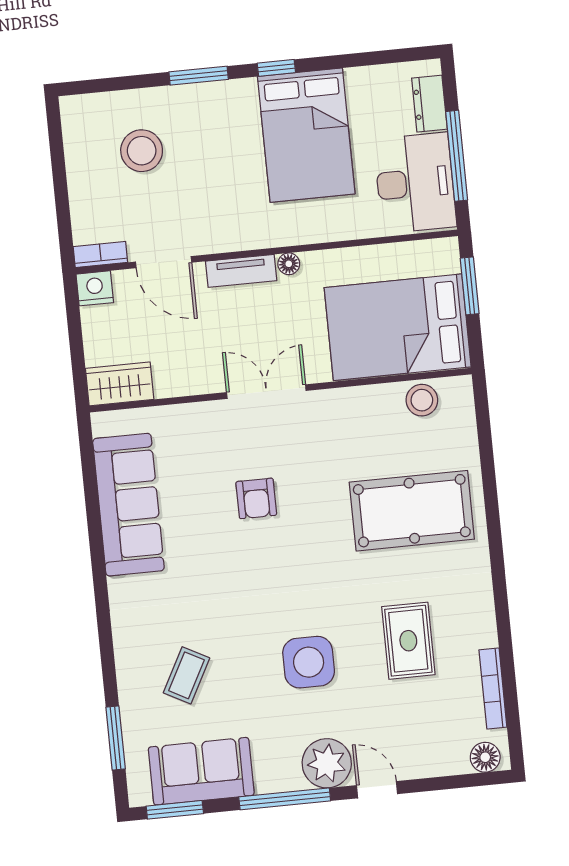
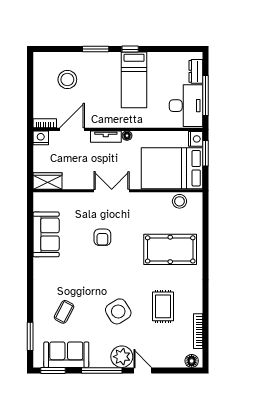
bed: (306, 135) -> (134, 80), width x0.67
nightstand: (444, 256) -> (196, 139), added
door: (164, 262) -> (72, 129), swing flipped
sofa: (128, 505) -> (46, 234), width x0.73
side table: (309, 662) -> (118, 311), turned -32

